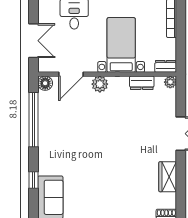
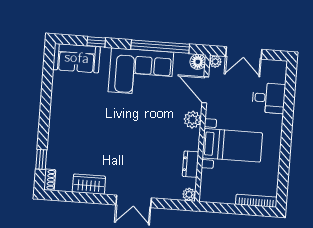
dresser: (166, 66) -> (206, 191), removed
plant: (44, 67) -> (215, 61), added
corner sofa: (59, 136) -> (141, 72), added

